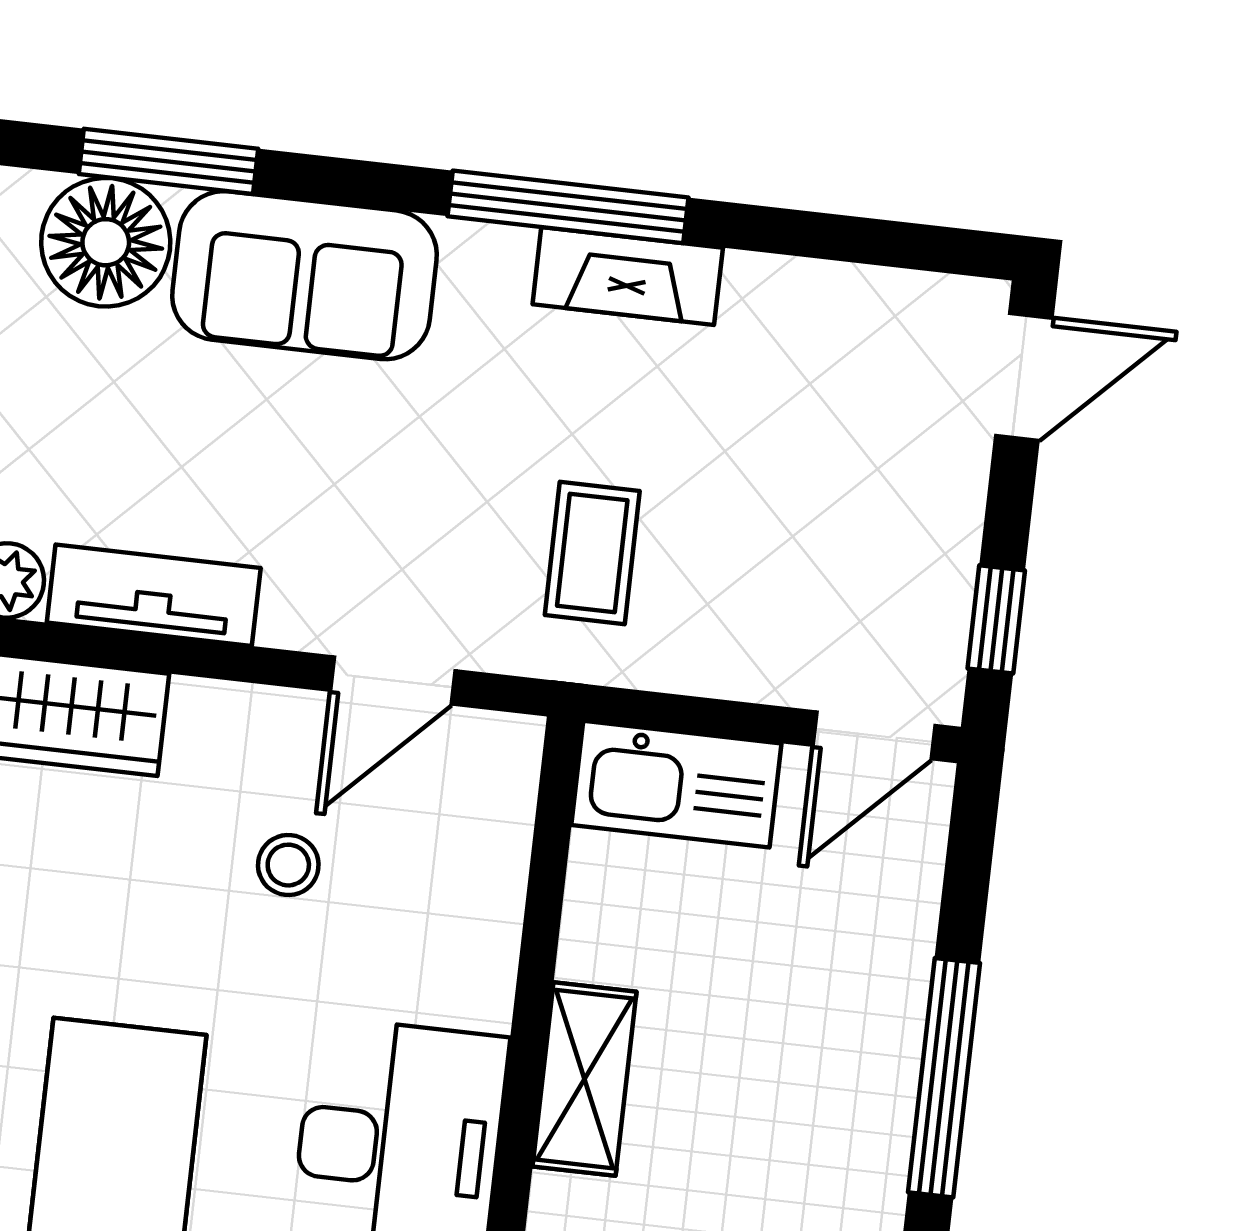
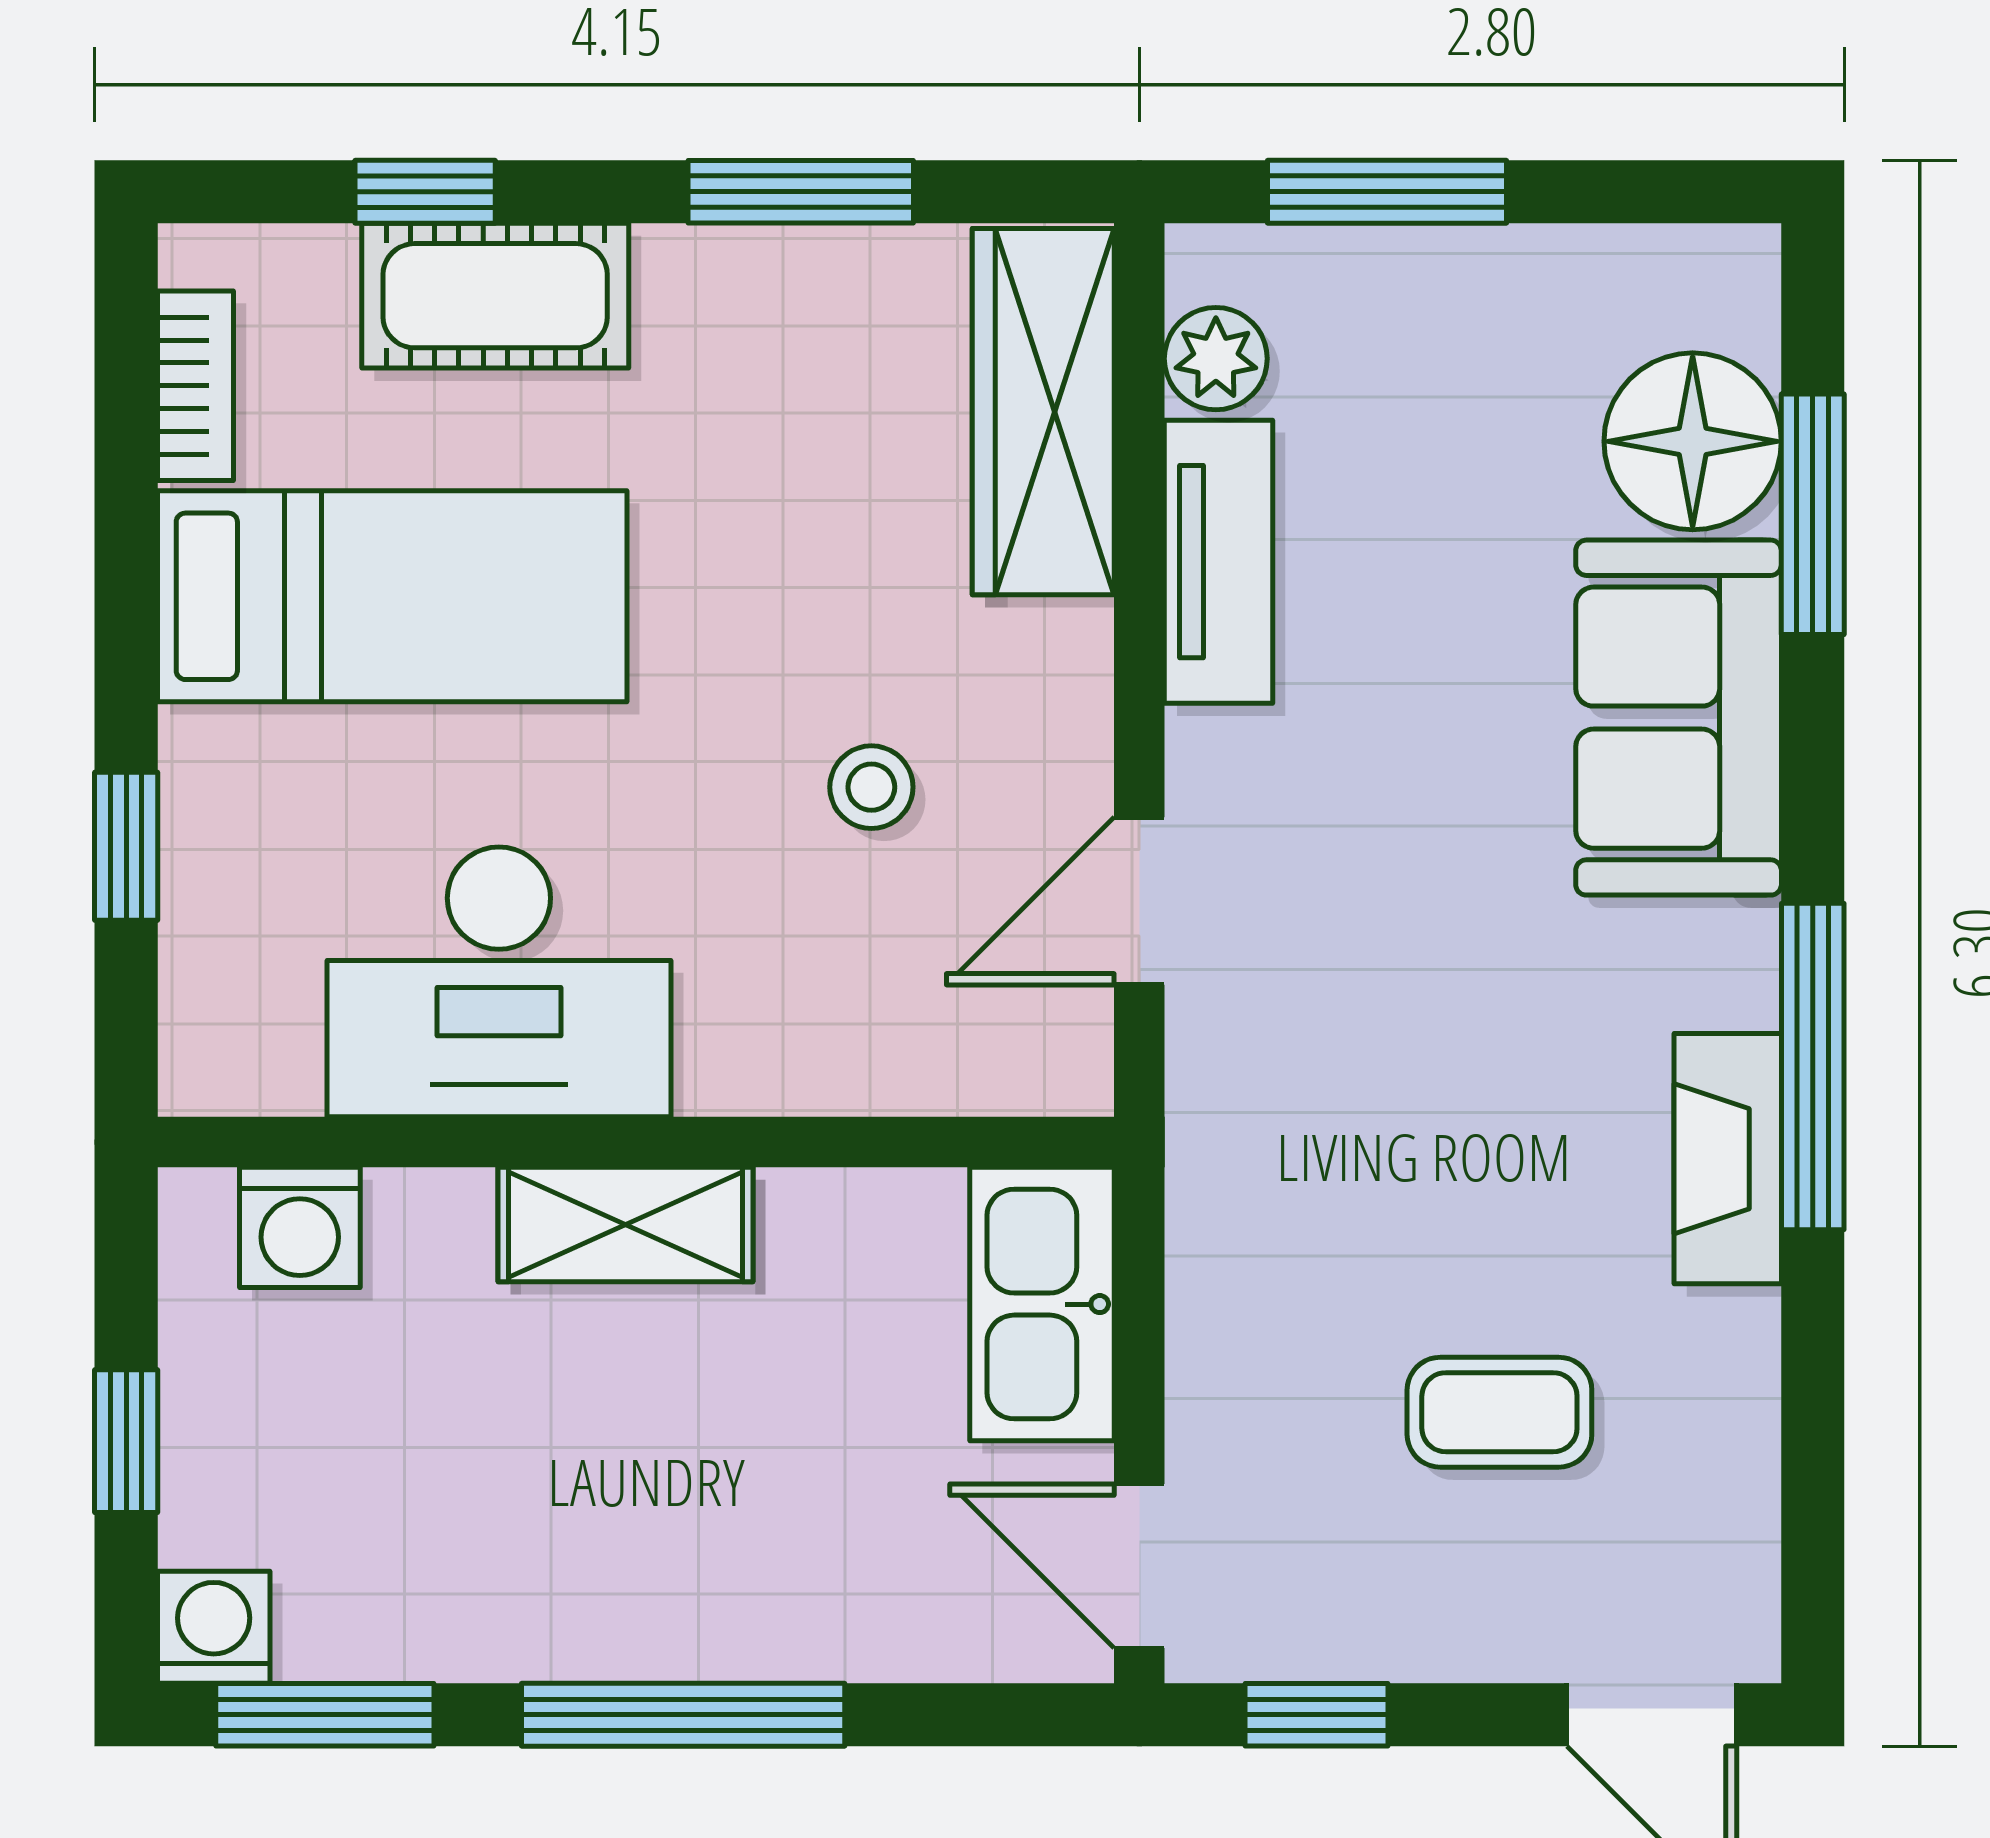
coffee table: (592, 553) -> (1499, 1412), moved
door: (393, 681) -> (1139, 901), hinge flipped

